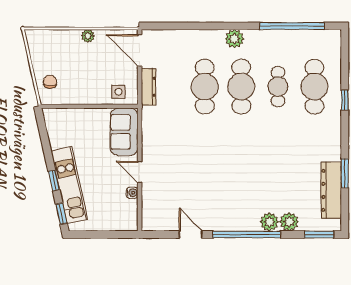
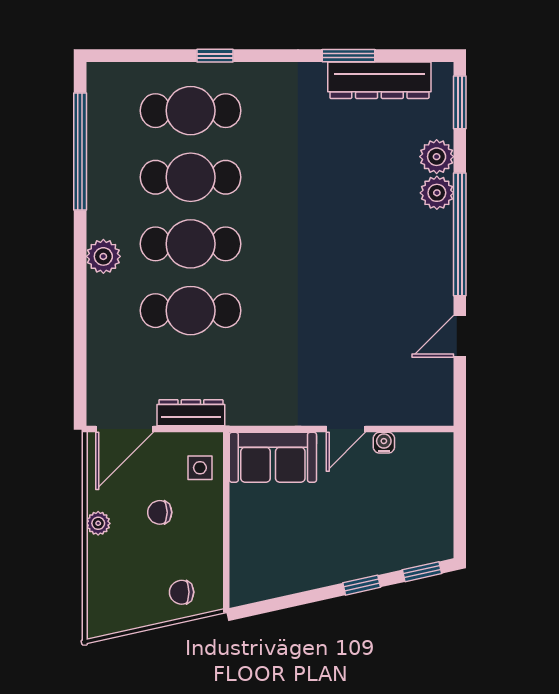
chair: (94, 70) -> (160, 512), added
cafe table: (278, 87) -> (191, 177), width x1.37, depth x1.35
kitchen unit: (69, 185) -> (370, 557), removed

